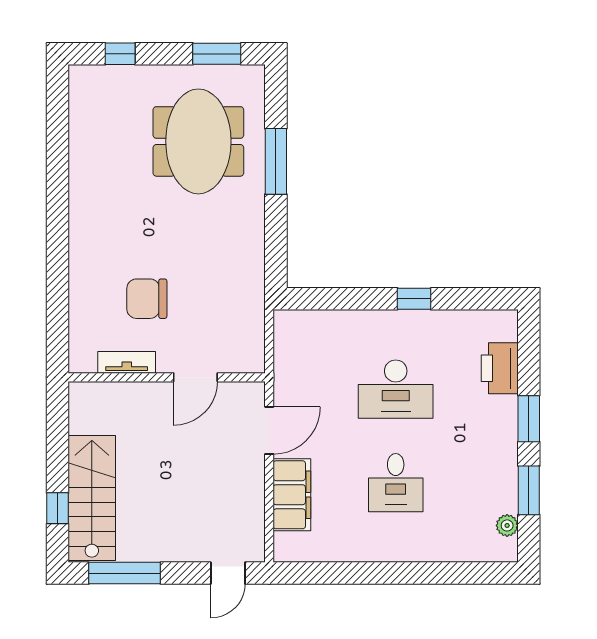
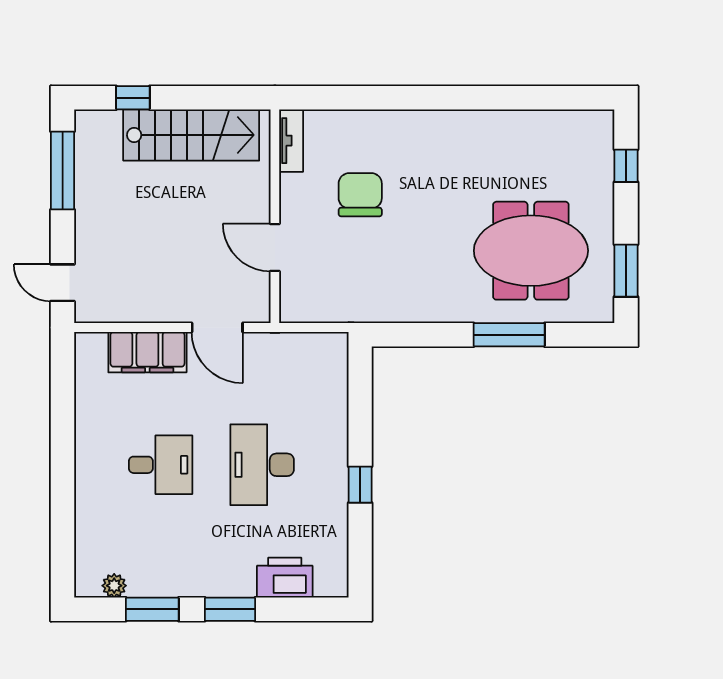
tv unit: (127, 362) -> (291, 141), moved
desk: (396, 483) -> (161, 465), turned 180
stairs: (92, 498) -> (191, 135), moved

